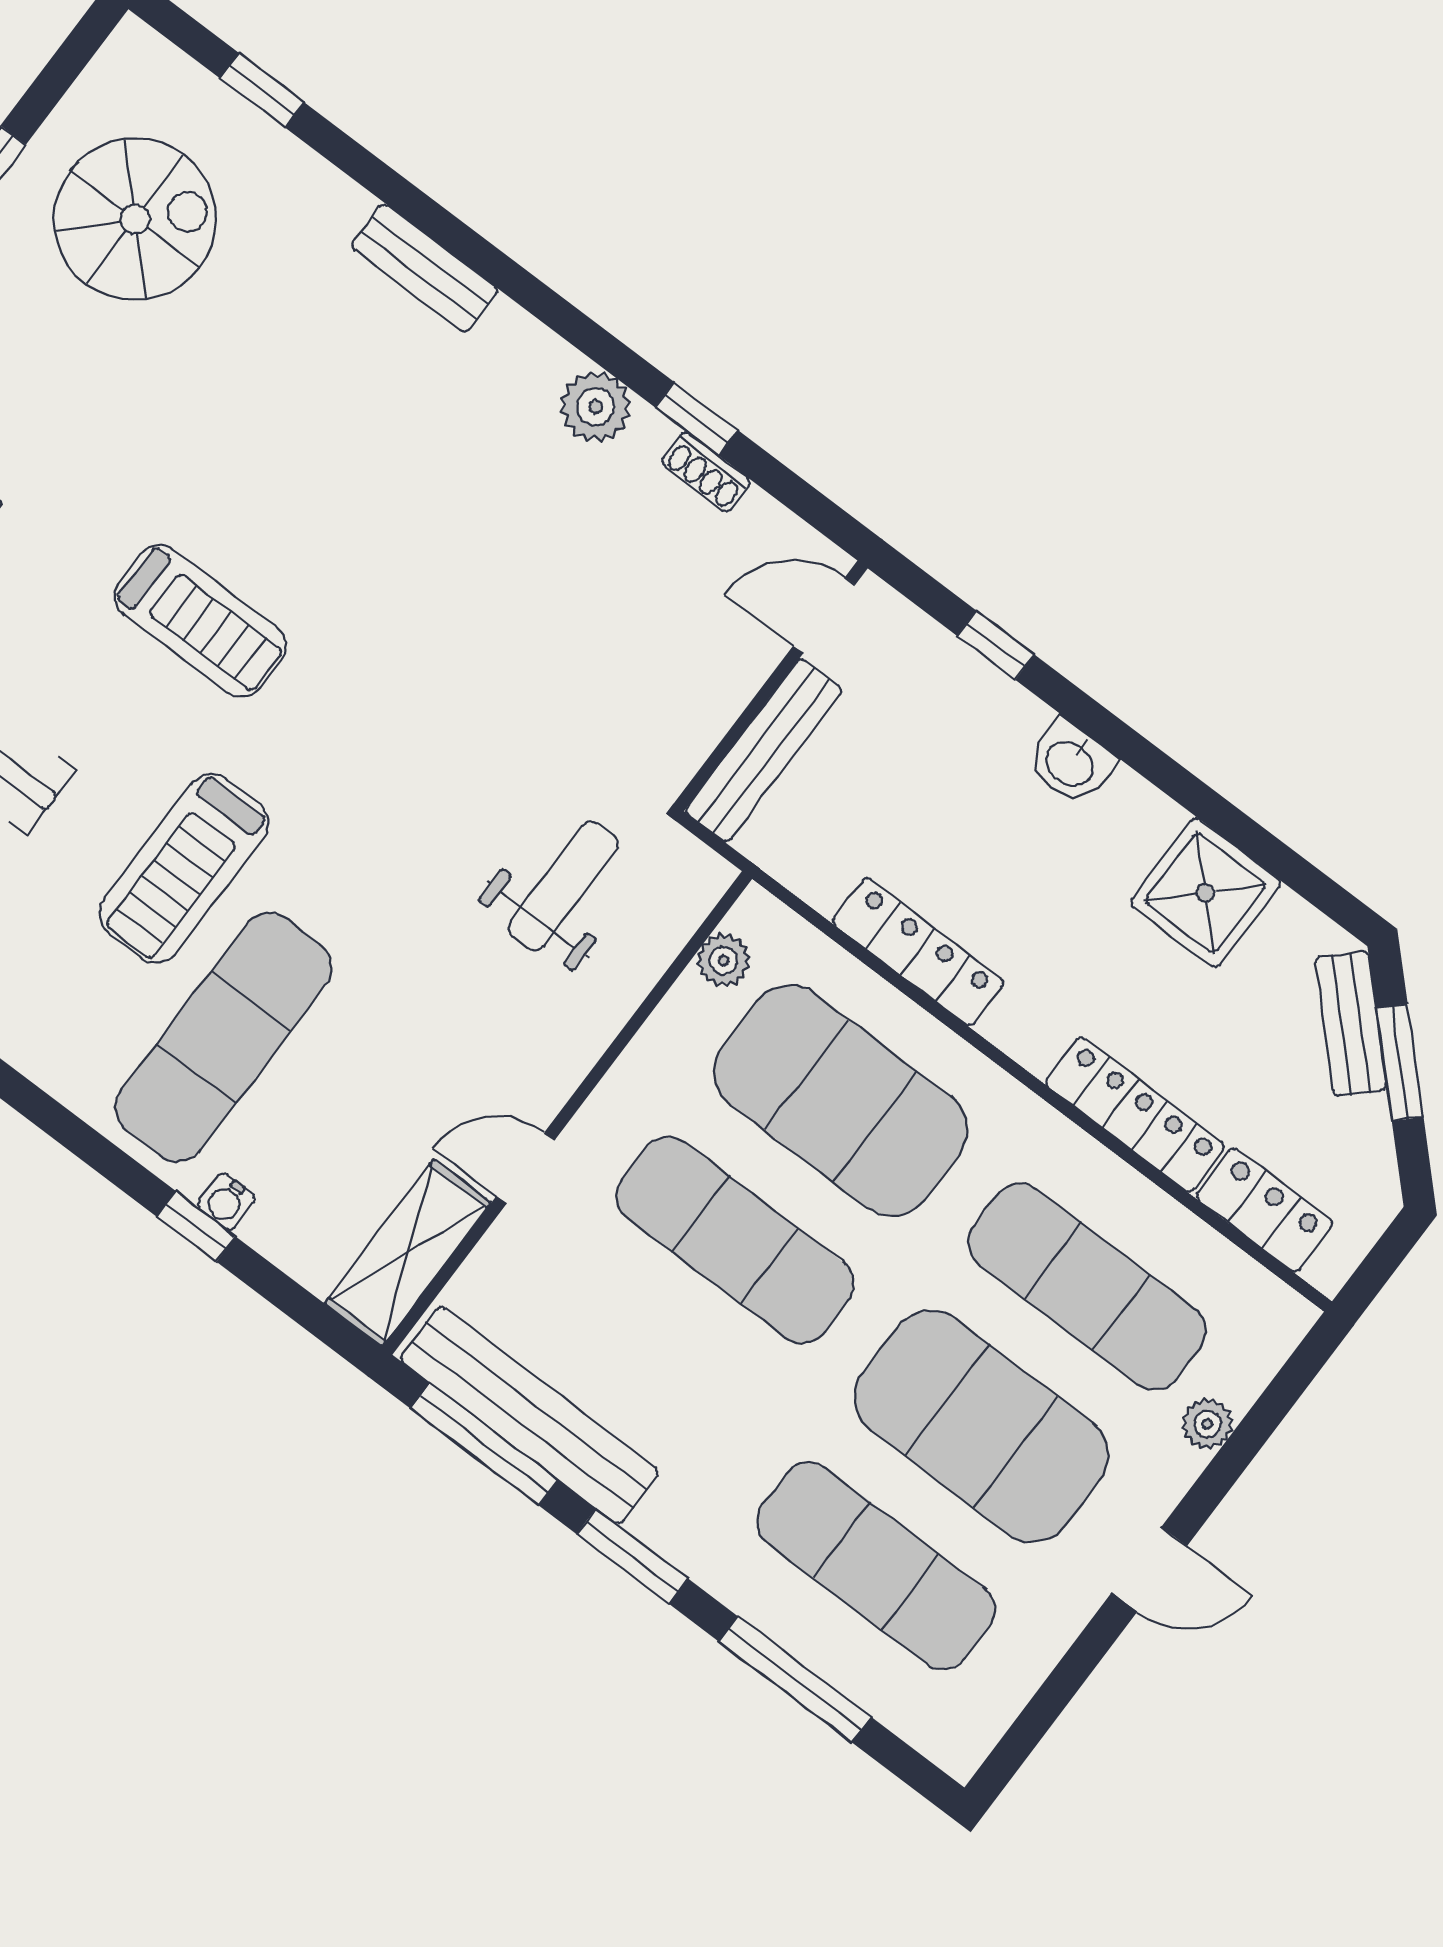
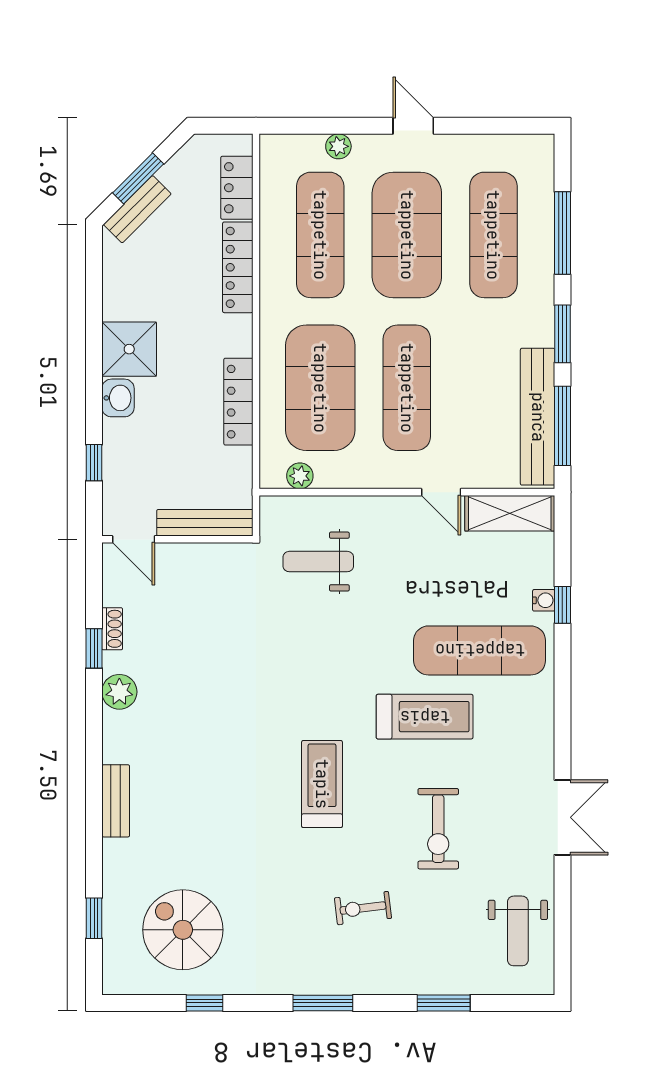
shower: (1205, 893) -> (129, 349), moved

